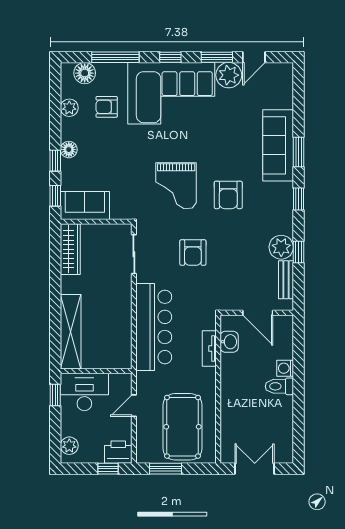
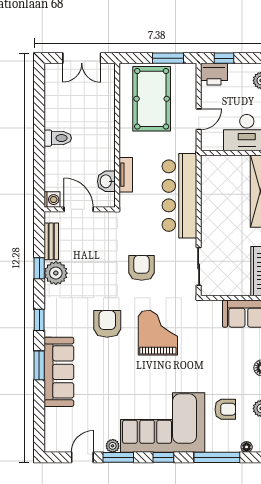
floor lamp: (85, 73) -> (247, 447), width x0.53, depth x0.53
plant: (229, 75) -> (113, 446), width x0.53, depth x0.53
washing machine: (285, 368) -> (52, 200), moved

